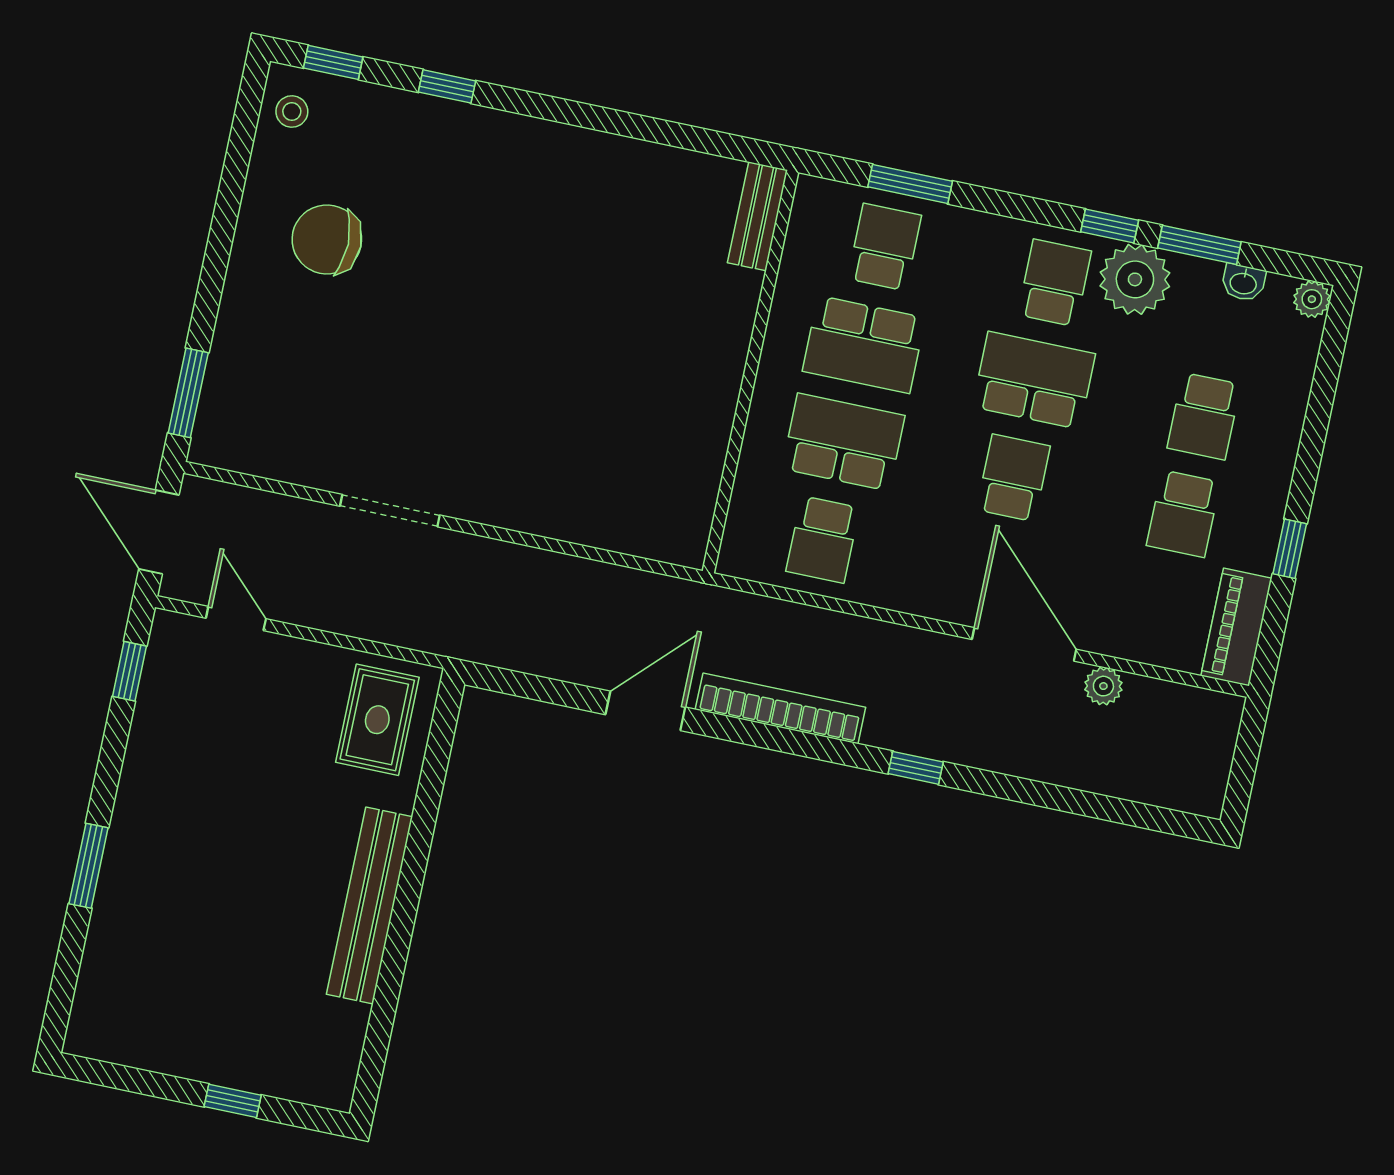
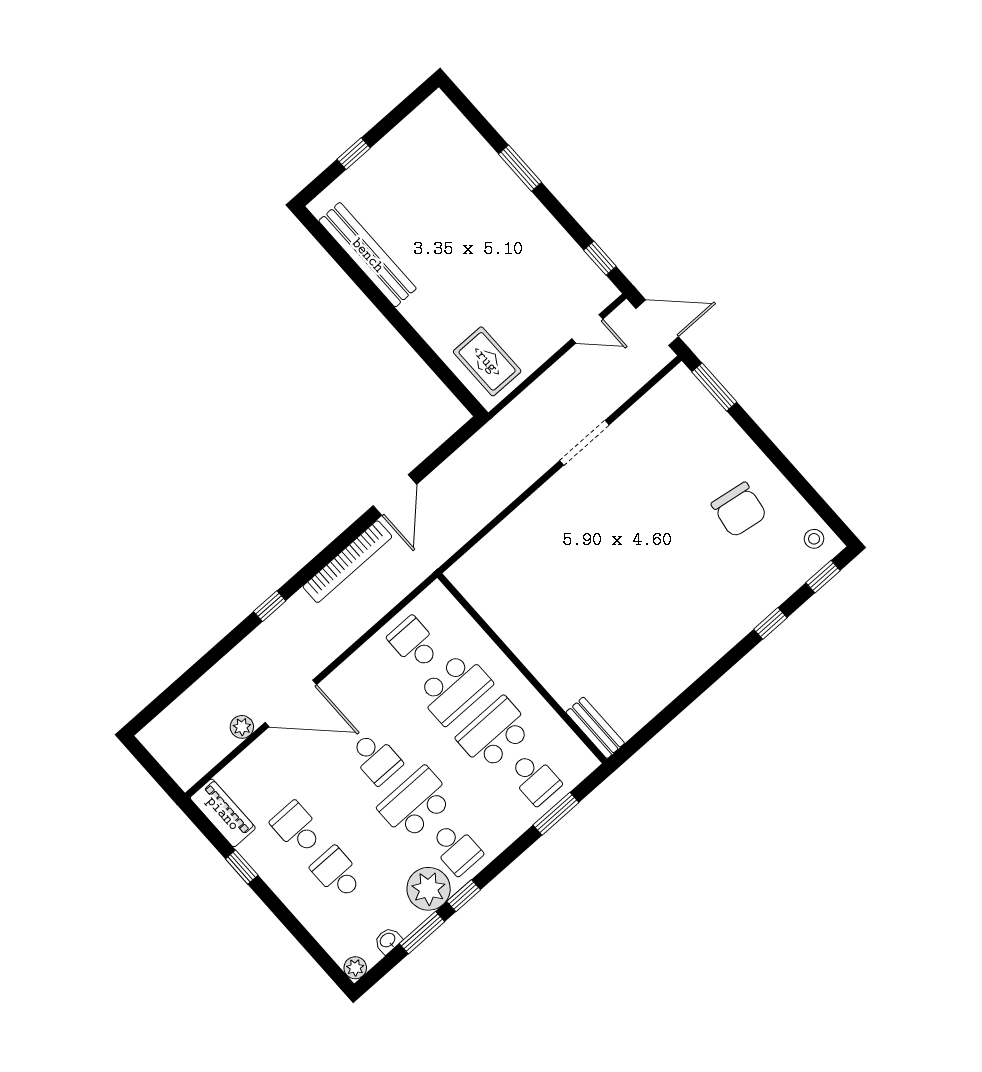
chair: (327, 239) -> (739, 510), turned 99
school desk: (1034, 380) -> (416, 803), turned 180
bench: (370, 906) -> (368, 255), moved

